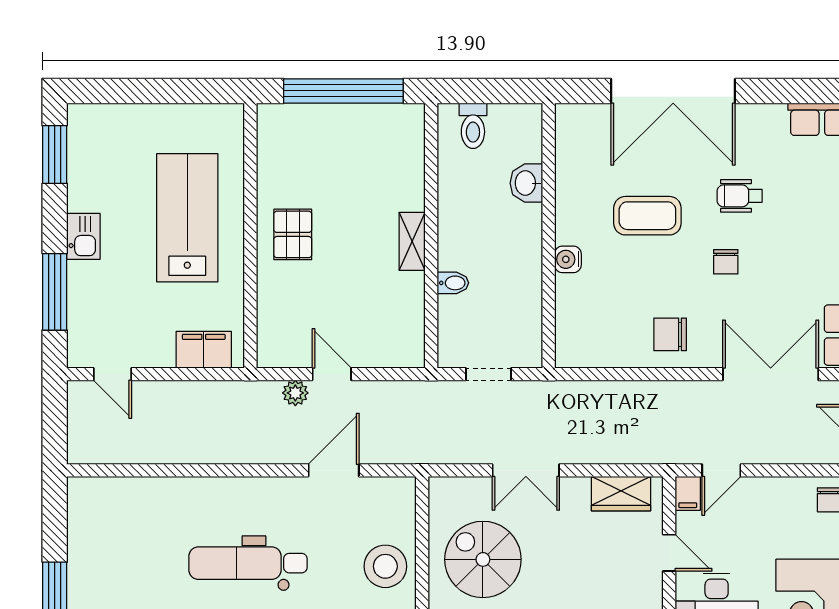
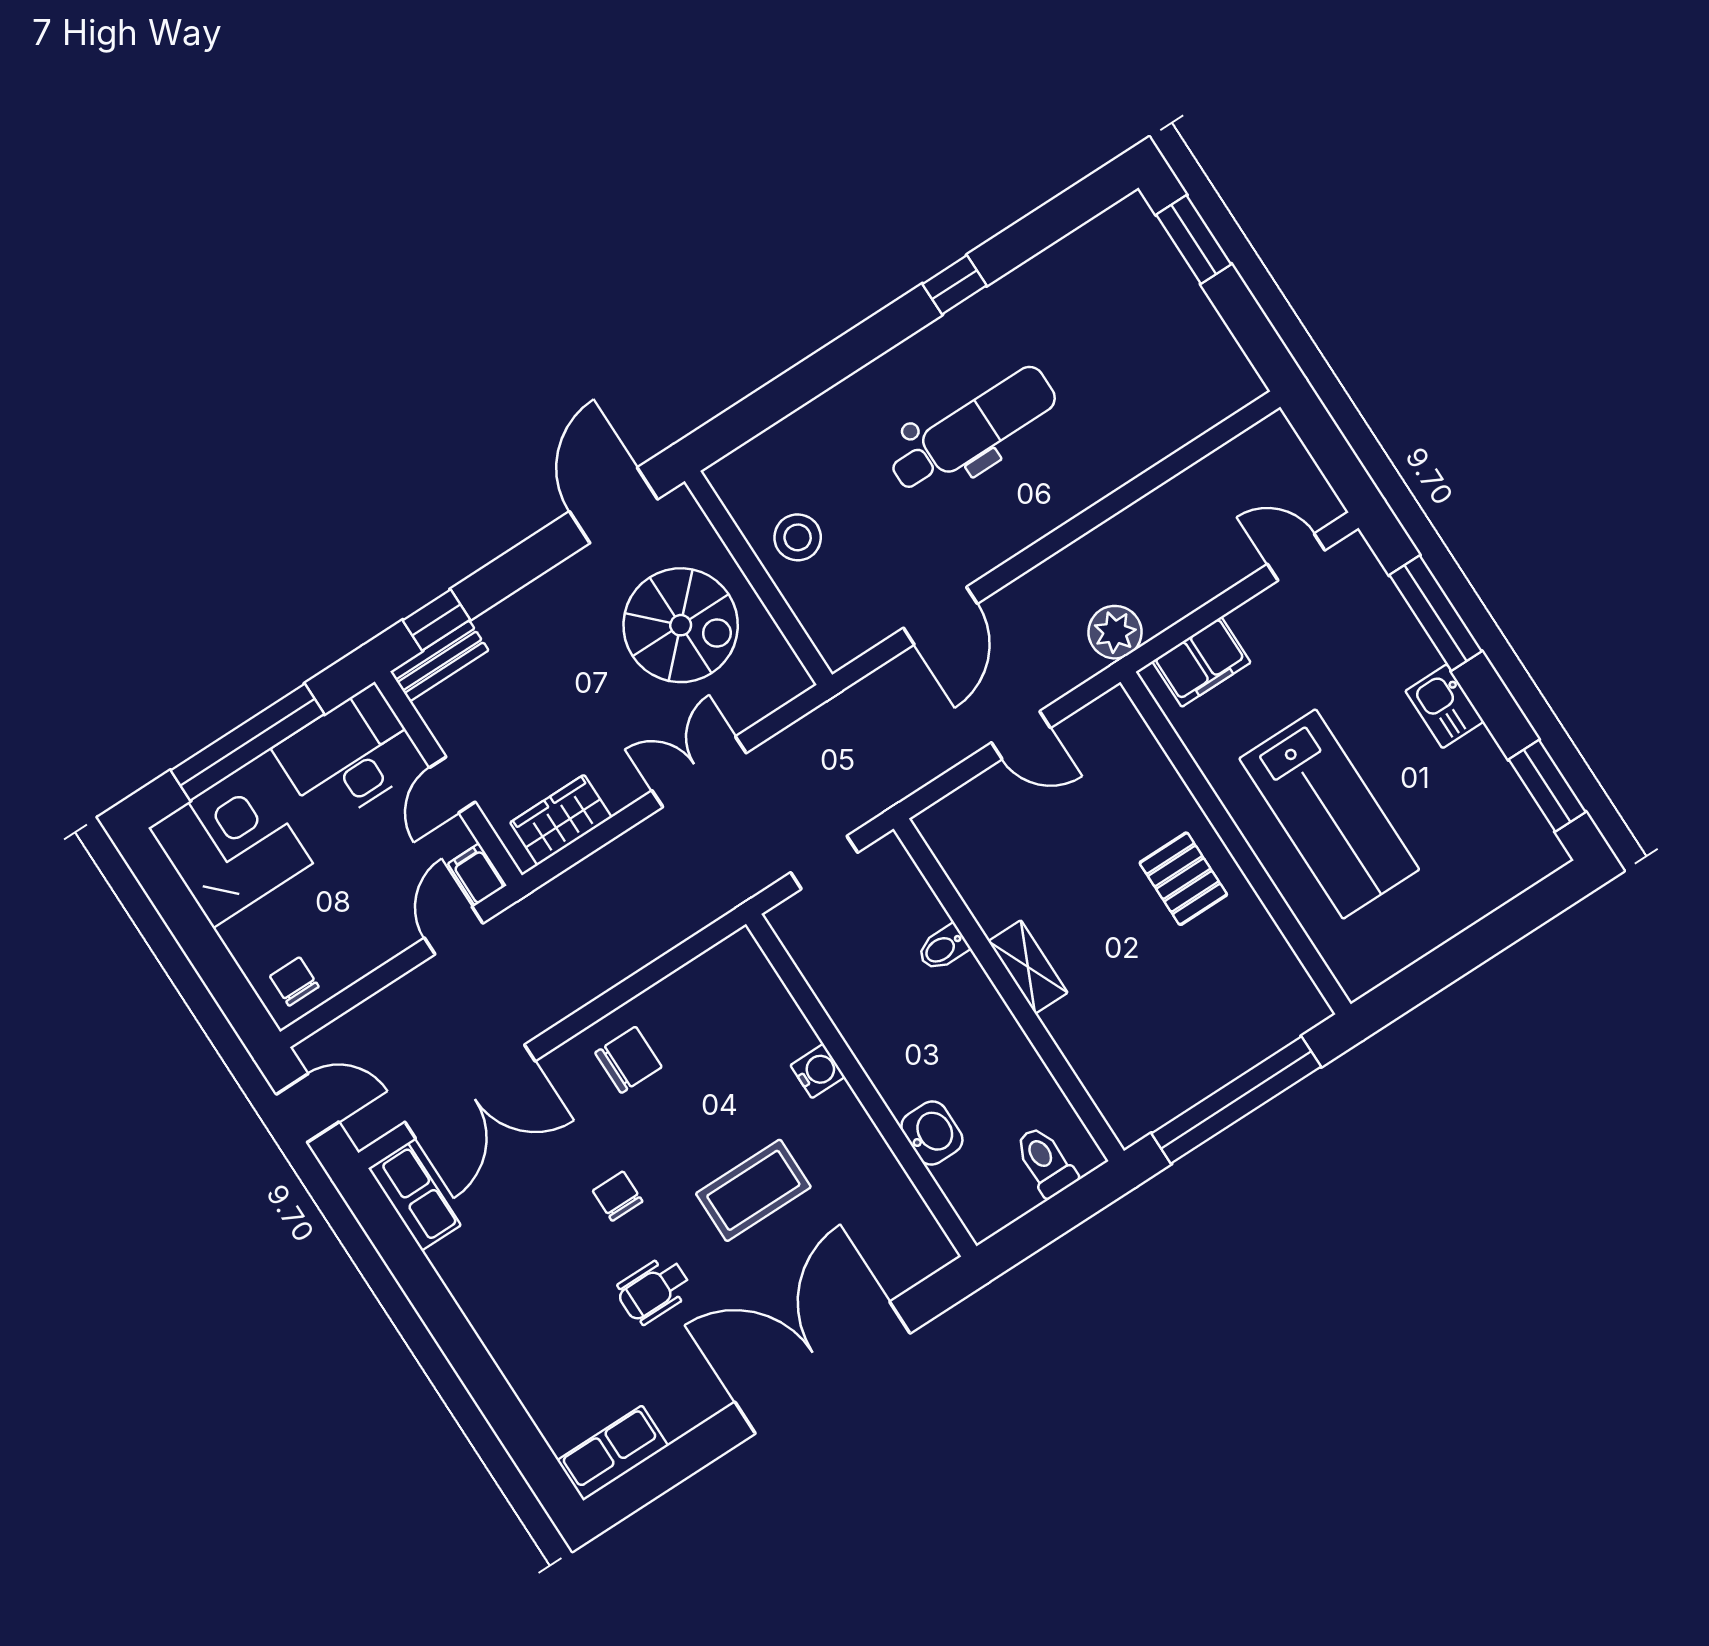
wheelchair: (740, 196) -> (654, 1290), turned 180
plant: (295, 393) -> (1115, 632), moved, width x1.38, depth x1.38
door: (669, 553) -> (452, 785), hinge flipped
stool: (385, 566) -> (798, 537), width x0.73, depth x0.73

